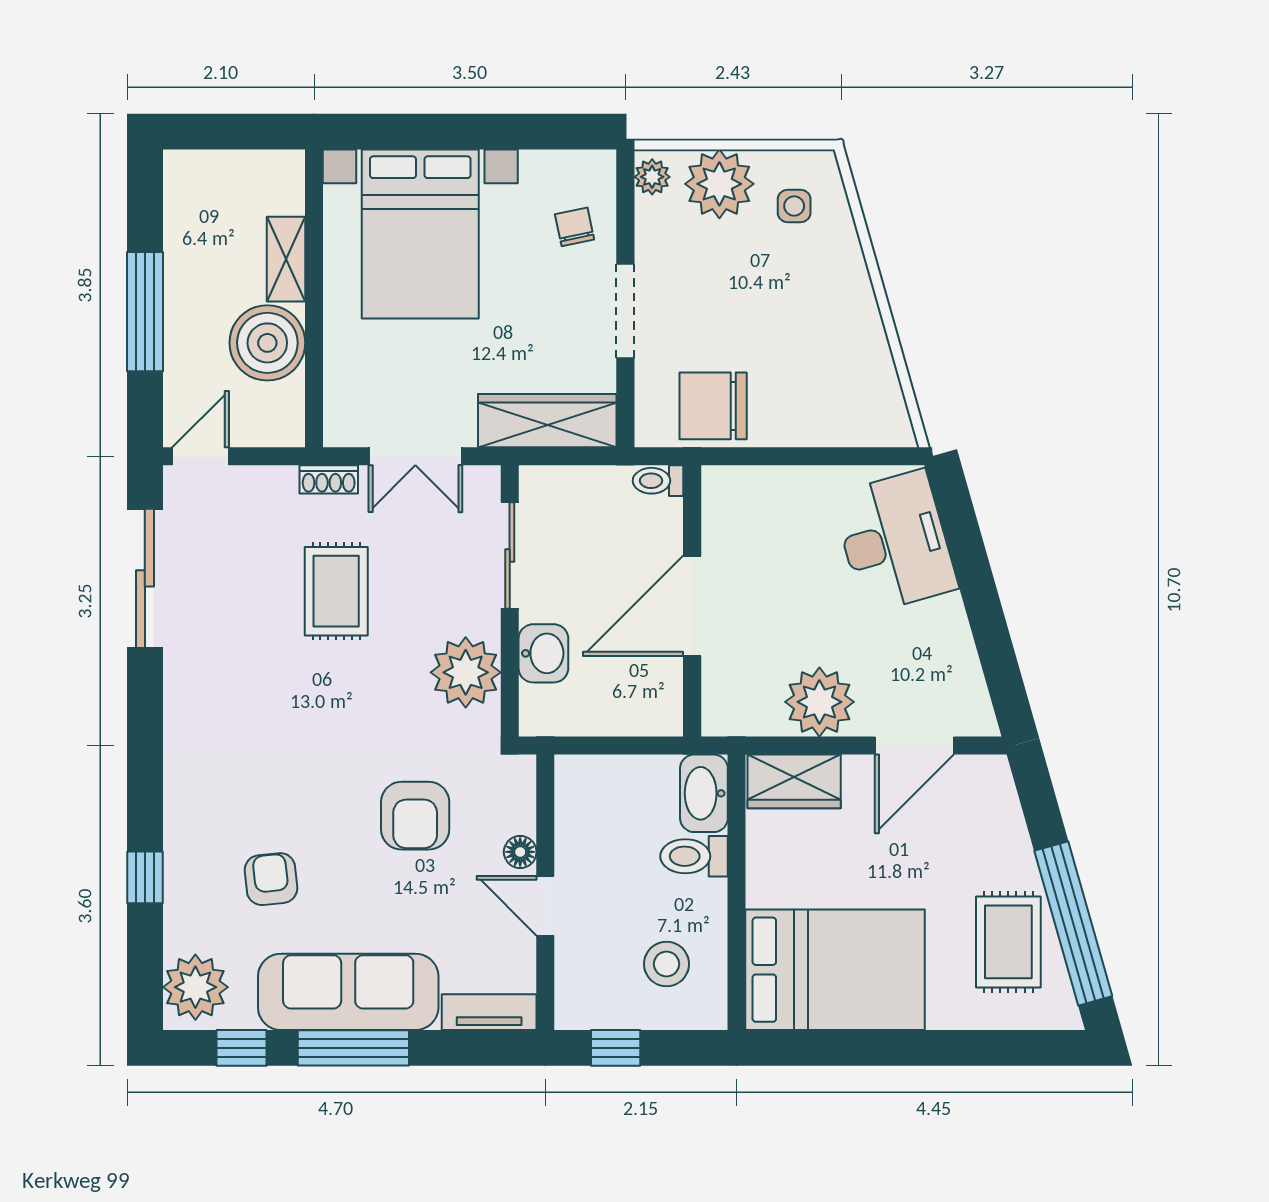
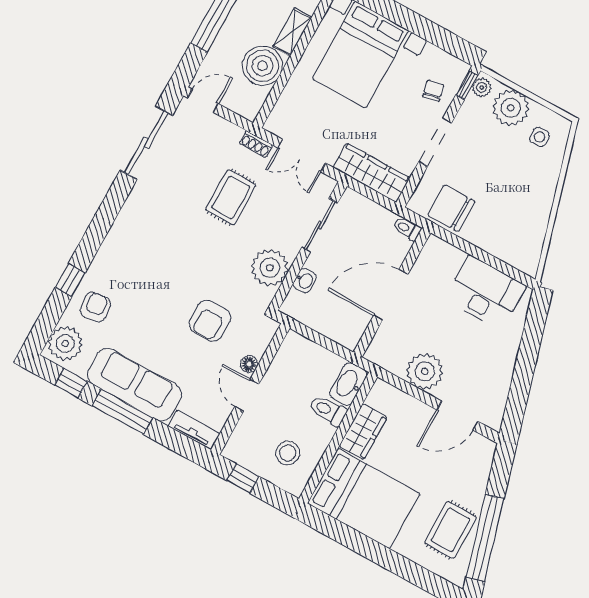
window: (625, 187) -> (467, 85), added
desk: (895, 542) -> (485, 293), moved, turned -74
washbasin: (543, 653) -> (305, 281), width x0.72, depth x0.69
wardrobe: (794, 781) -> (363, 432), moved, turned -90
armchair: (271, 879) -> (95, 307), moved

